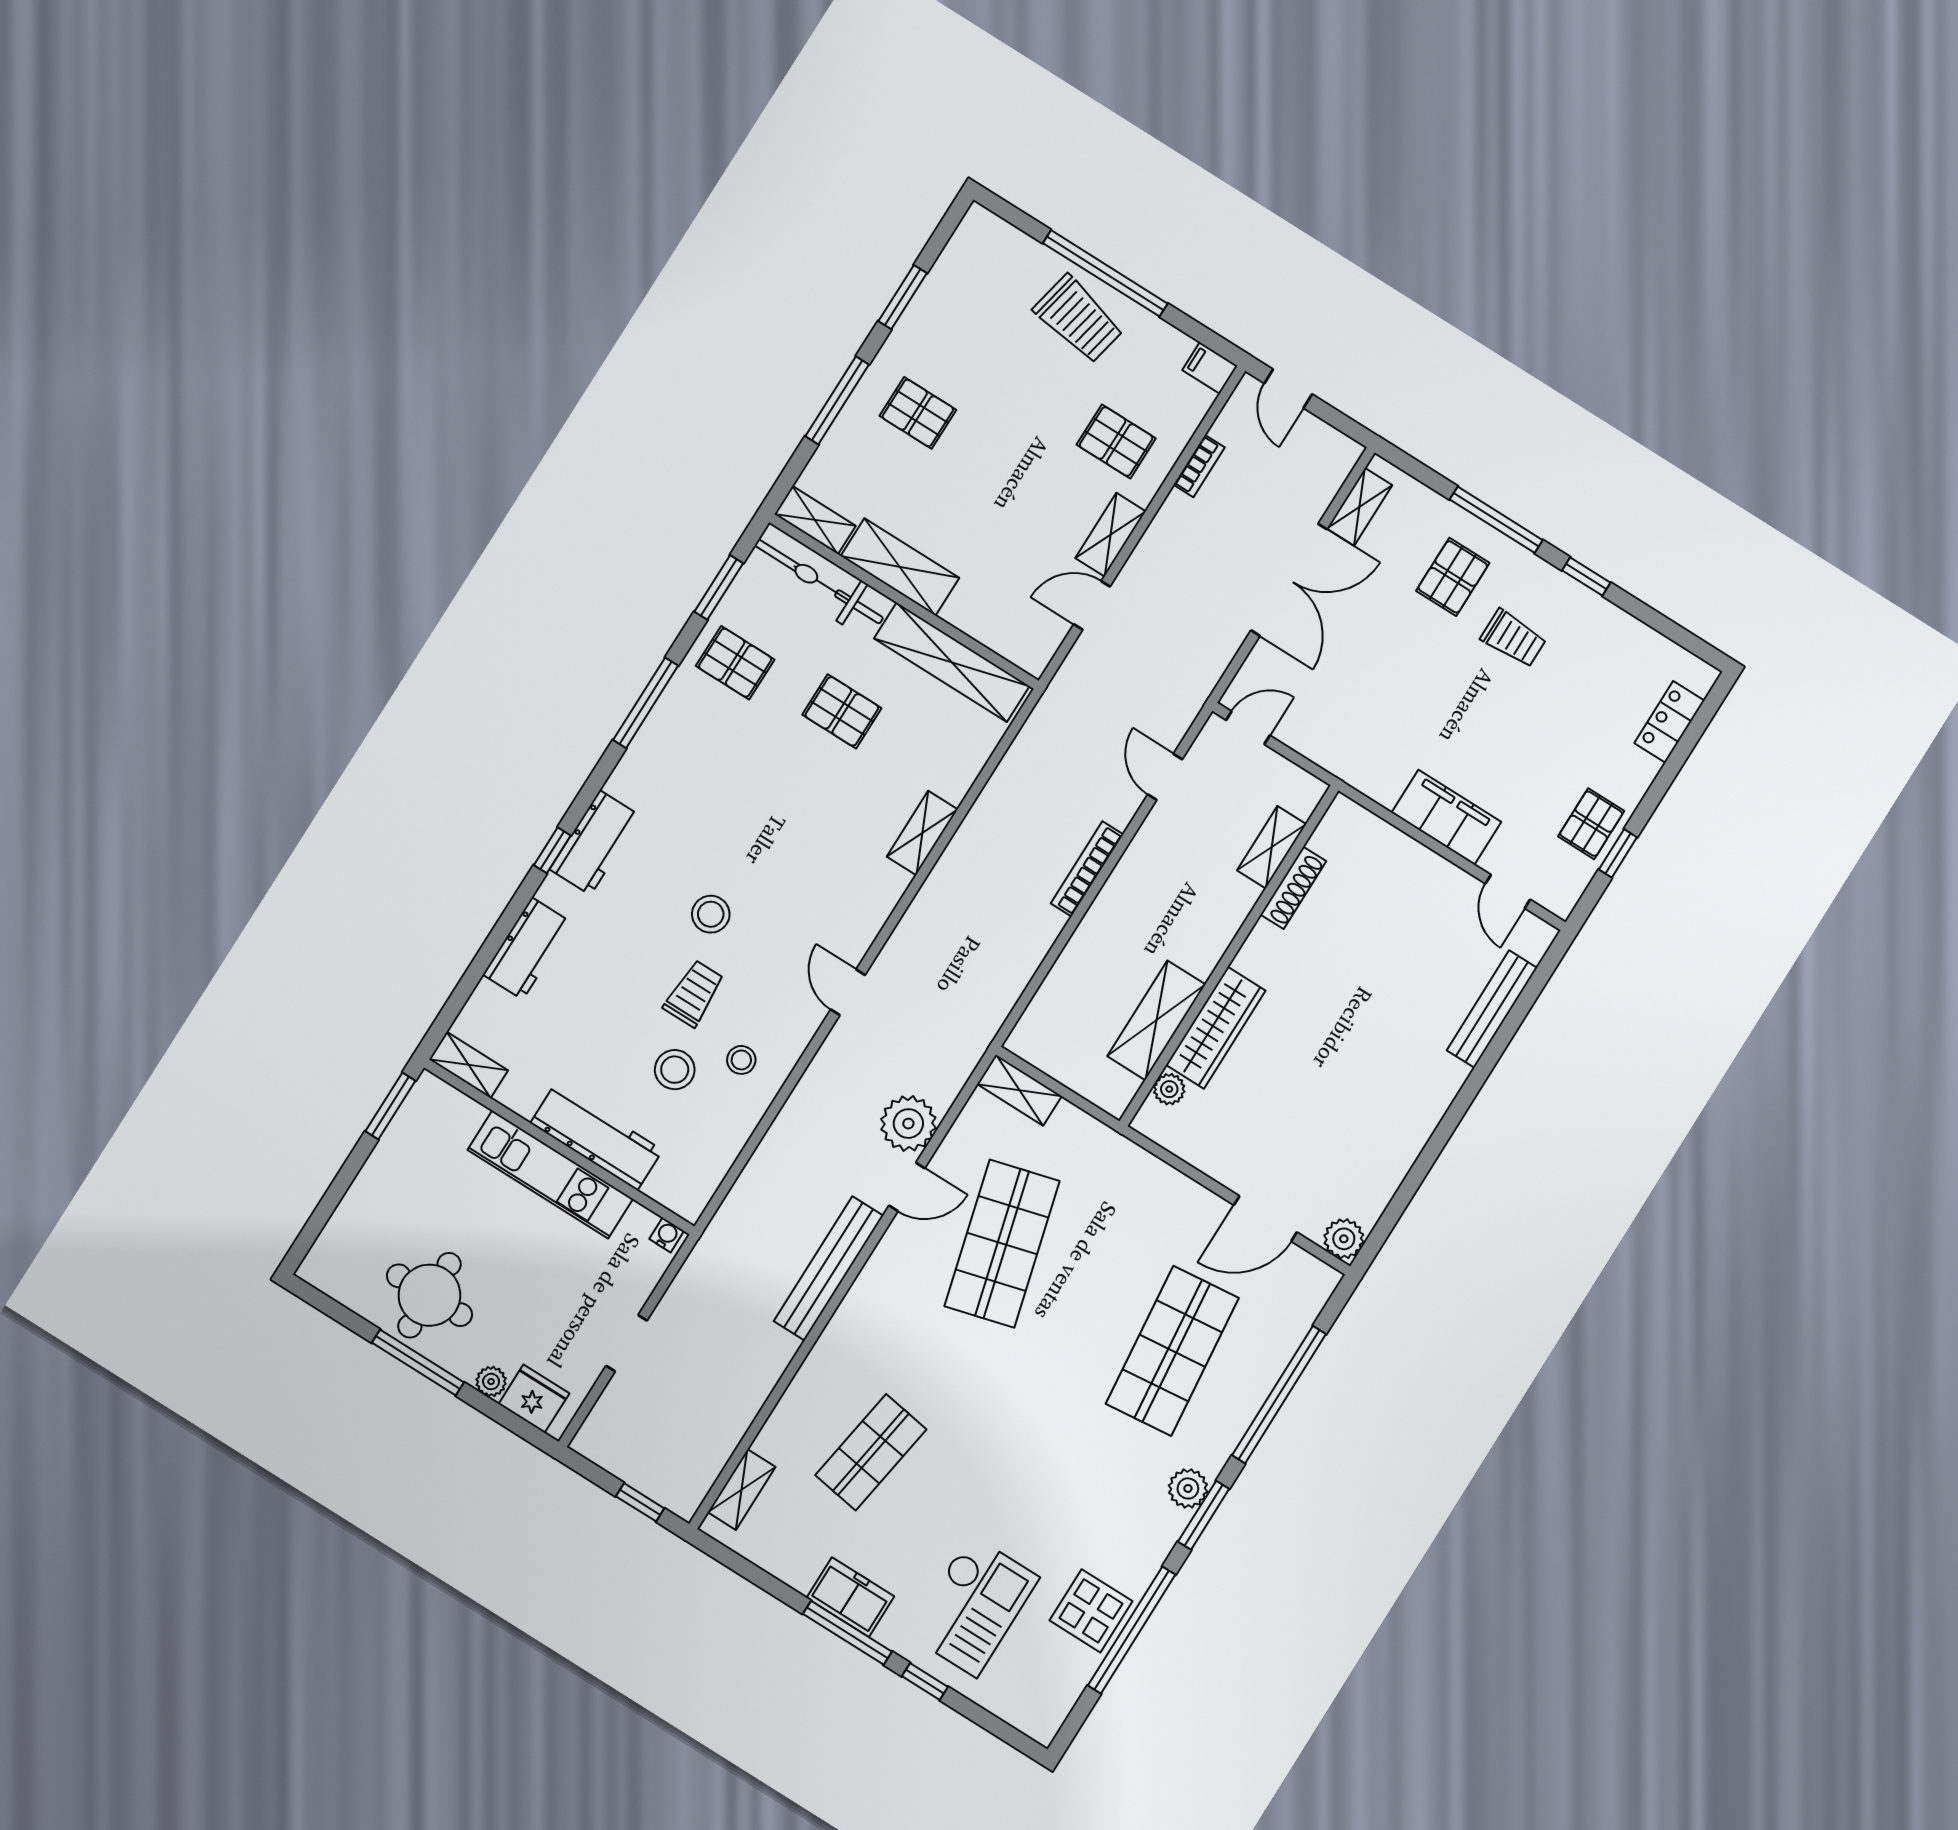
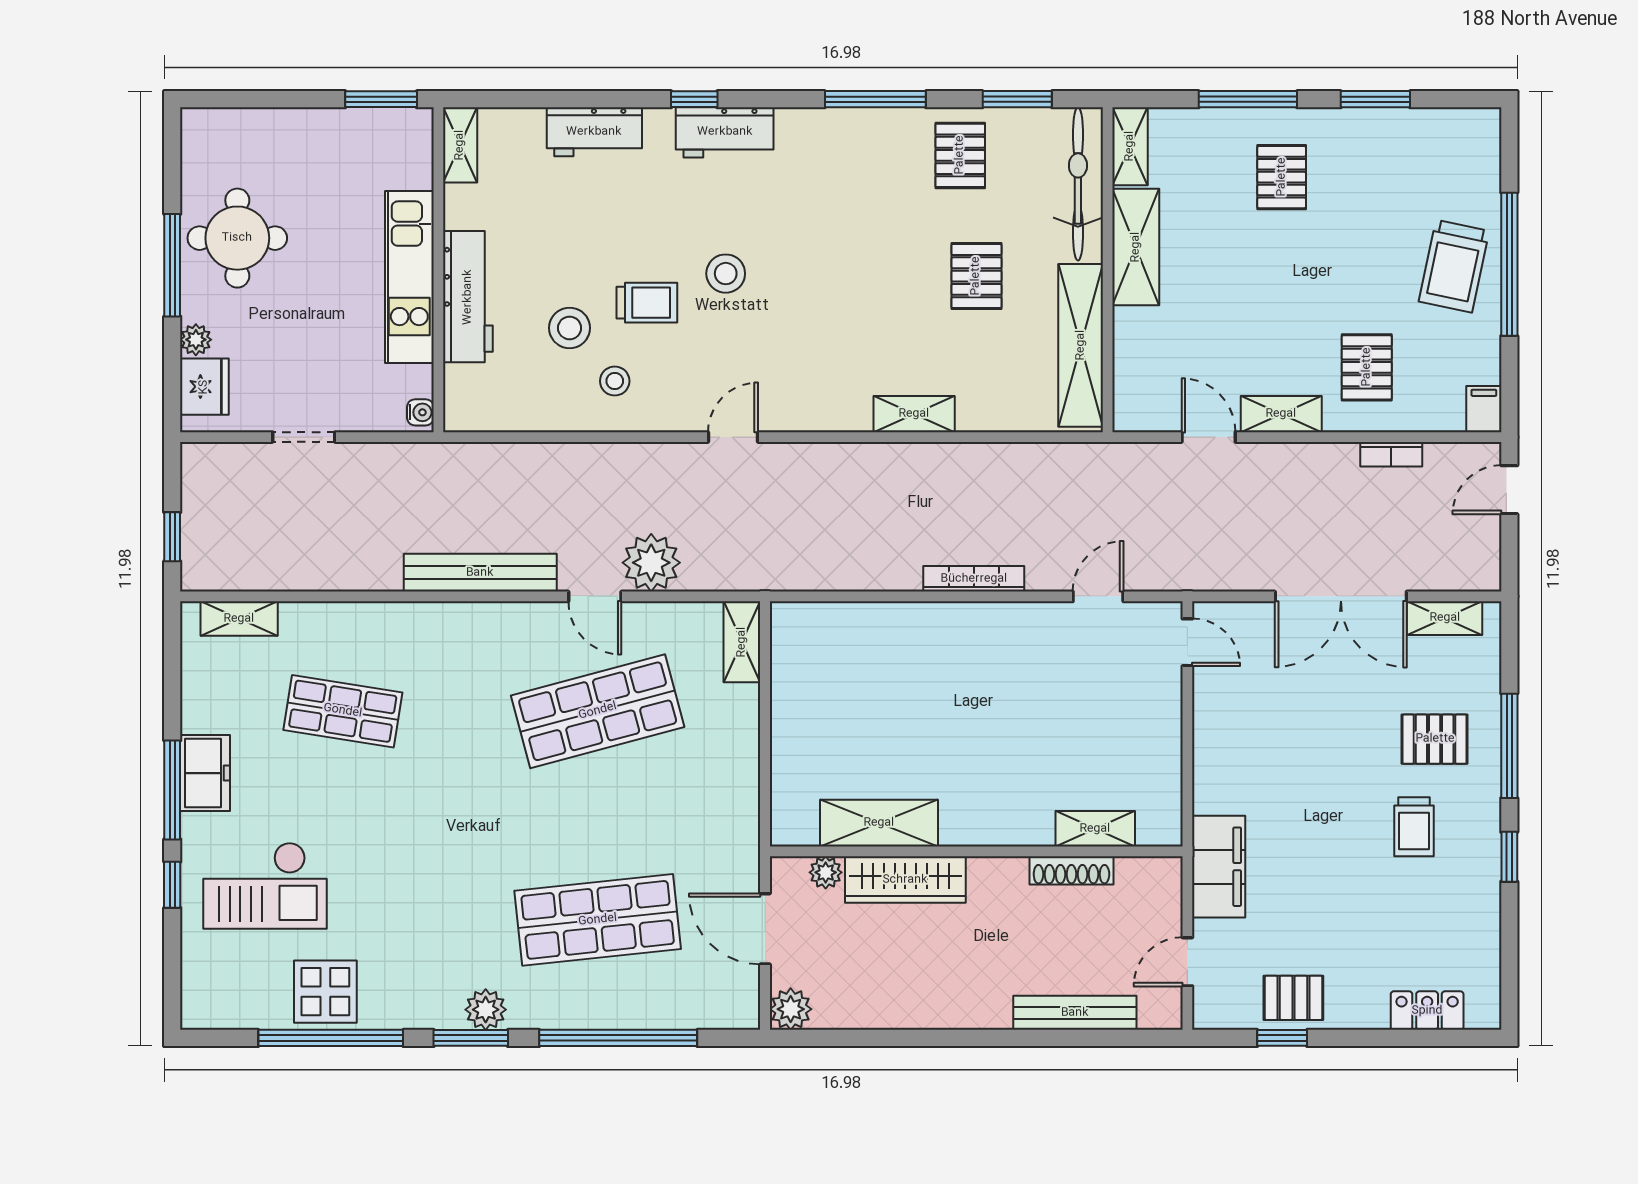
shelving: (1272, 847) -> (1095, 829), moved
shoe rack: (1293, 888) -> (1071, 870), moved
wall: (1229, 956) -> (976, 851), moved
shelving: (1156, 1020) -> (879, 823), moved
wardrobe: (1216, 1028) -> (905, 880), moved
plant: (1169, 1089) -> (826, 872), moved

